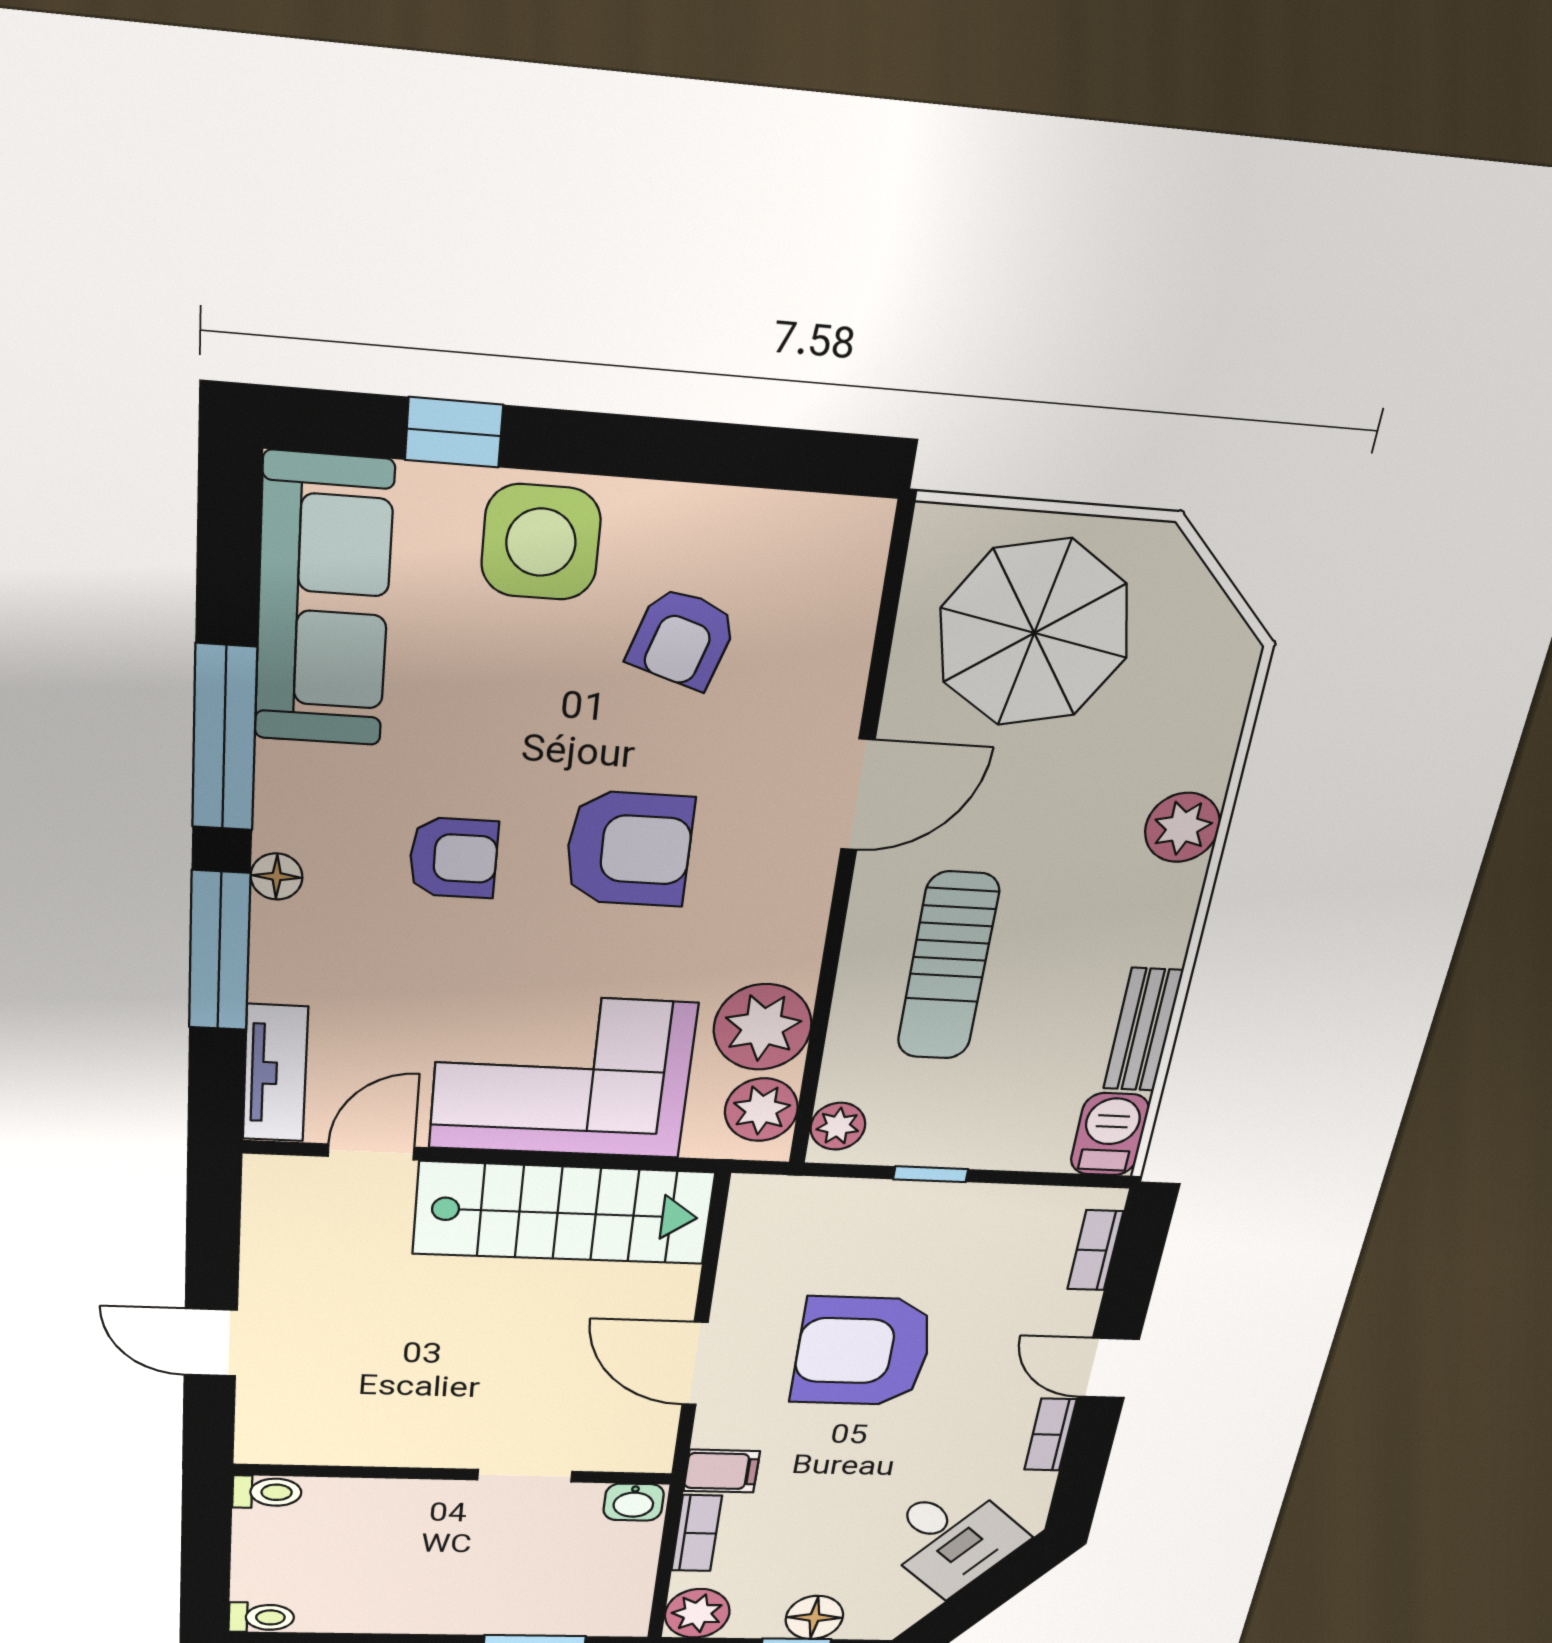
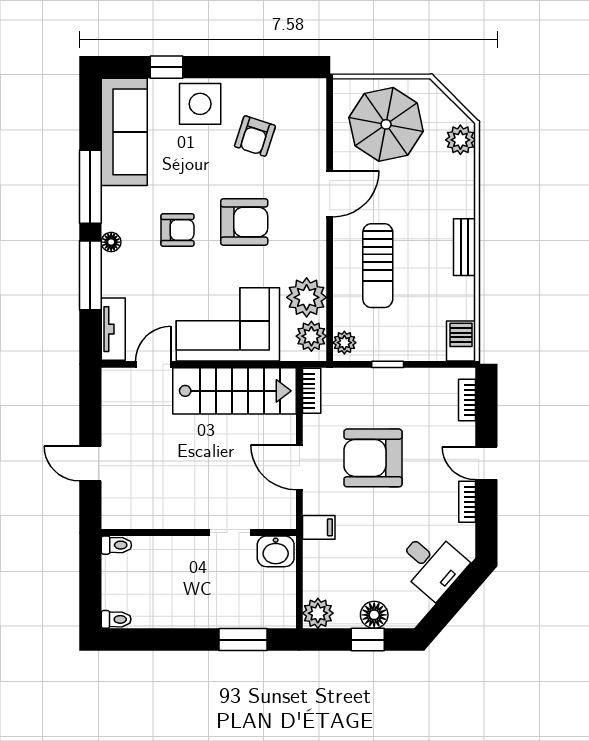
plant: (1182, 827) -> (460, 140), moved
bench: (1143, 1030) -> (464, 247), moved
washbasin: (634, 1502) -> (276, 551), width x1.38, depth x1.45
bookcase: (697, 1533) -> (312, 391), moved

